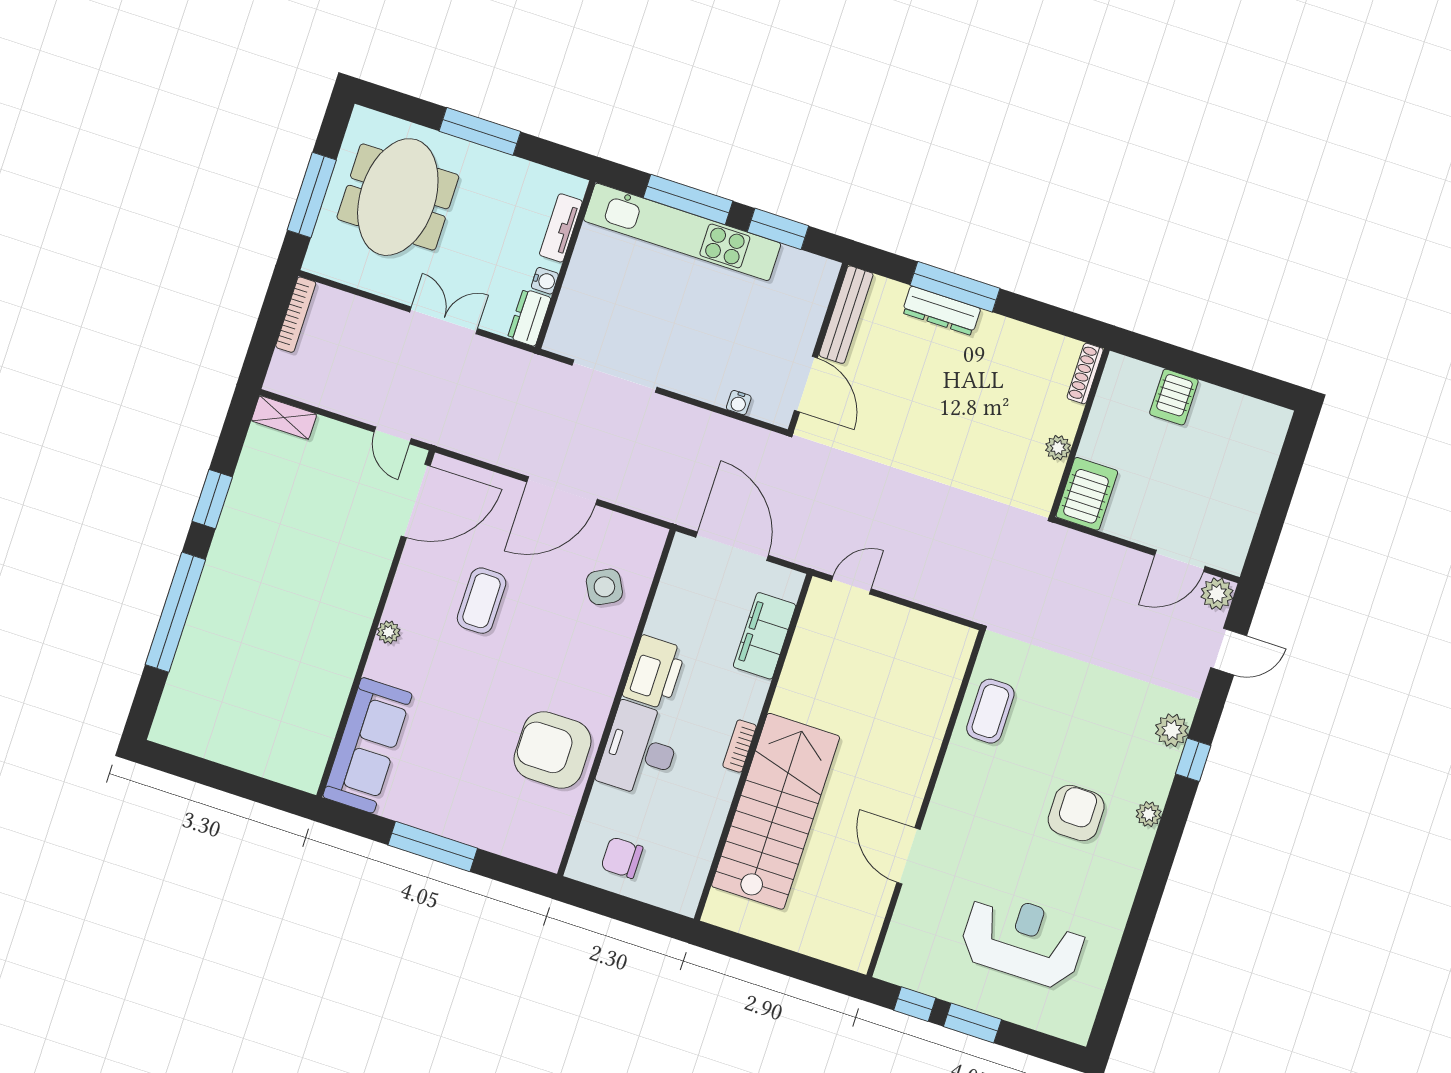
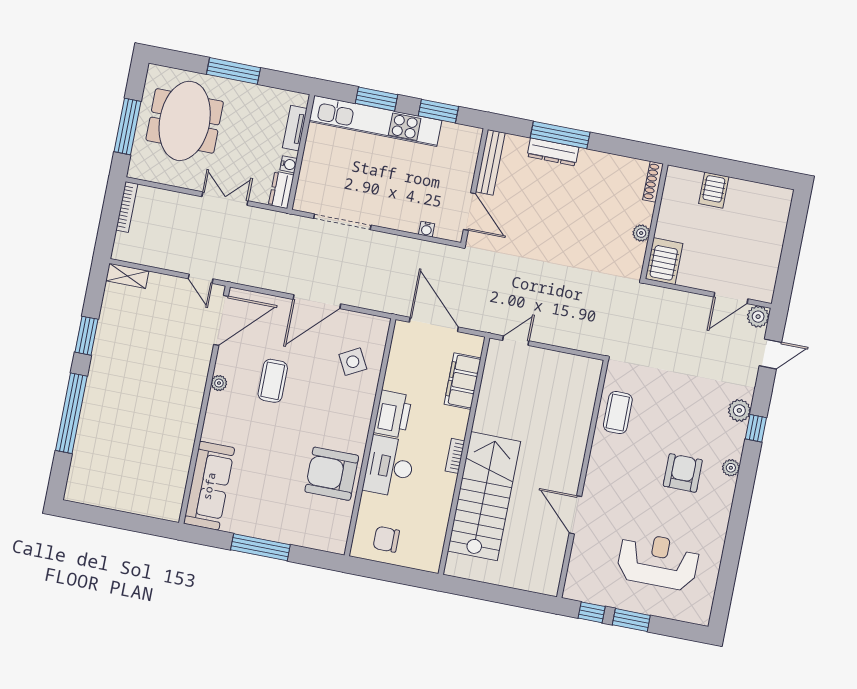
window: (688, 199) -> (377, 99), width x0.69
plant: (389, 632) -> (219, 383), moved

